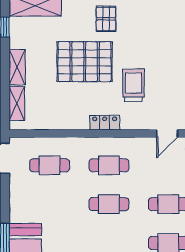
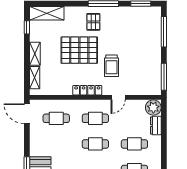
trolley: (133, 85) -> (111, 66), turned 180
locker: (105, 123) -> (87, 90), width x1.53
door: (167, 133) -> (118, 97), moved

